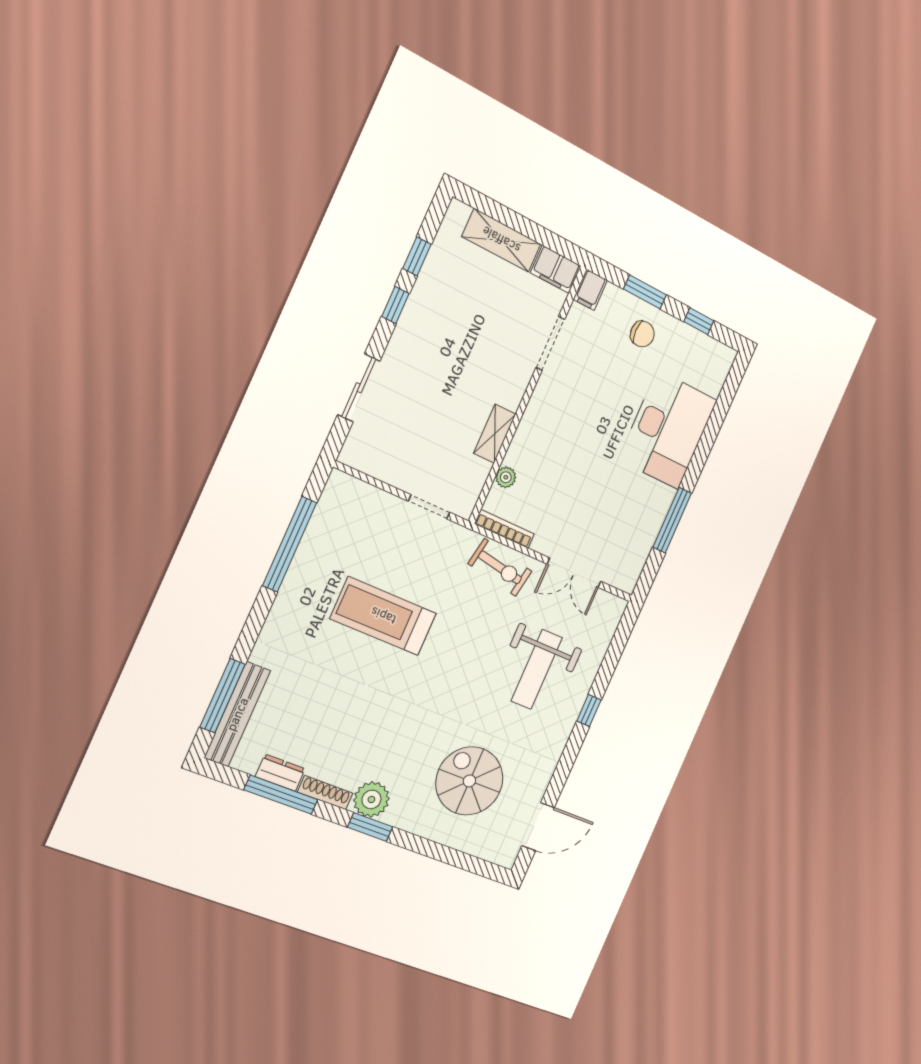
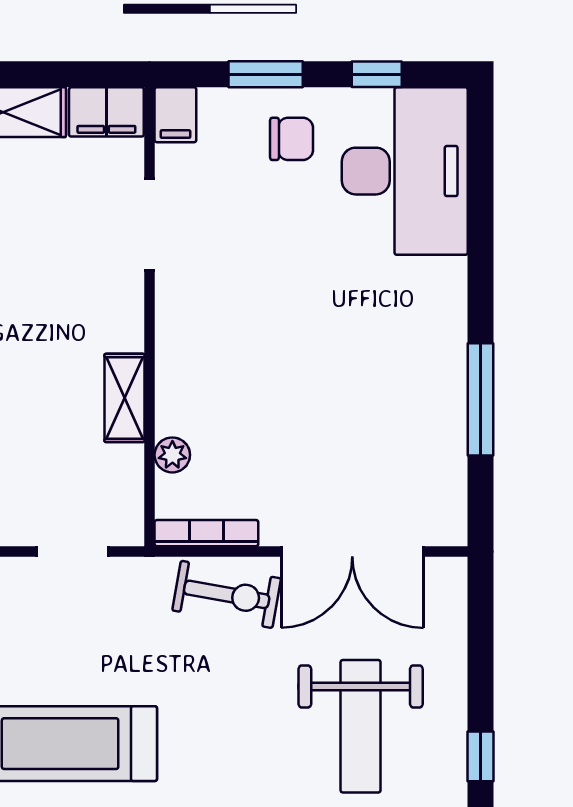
desk: (668, 430) -> (405, 171), moved
double door: (574, 573) -> (352, 552), width x1.37

